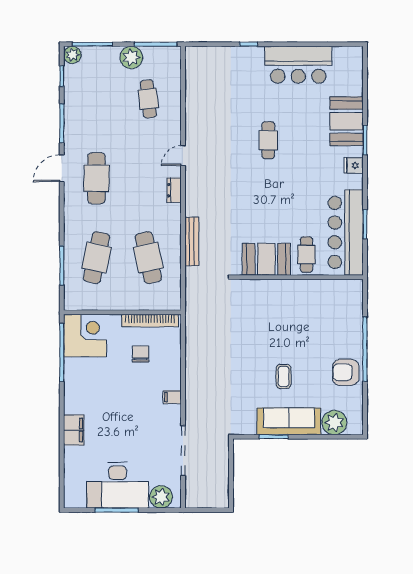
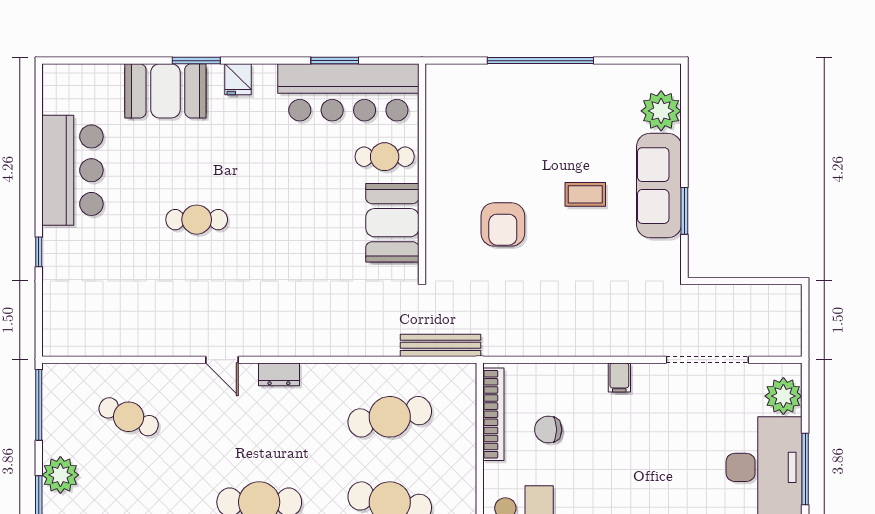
plant: (131, 57) -> (60, 475), moved
cafe table: (148, 99) -> (129, 417), turned 30
bench: (192, 241) -> (441, 345), moved
armchair: (346, 372) -> (503, 224), moved

